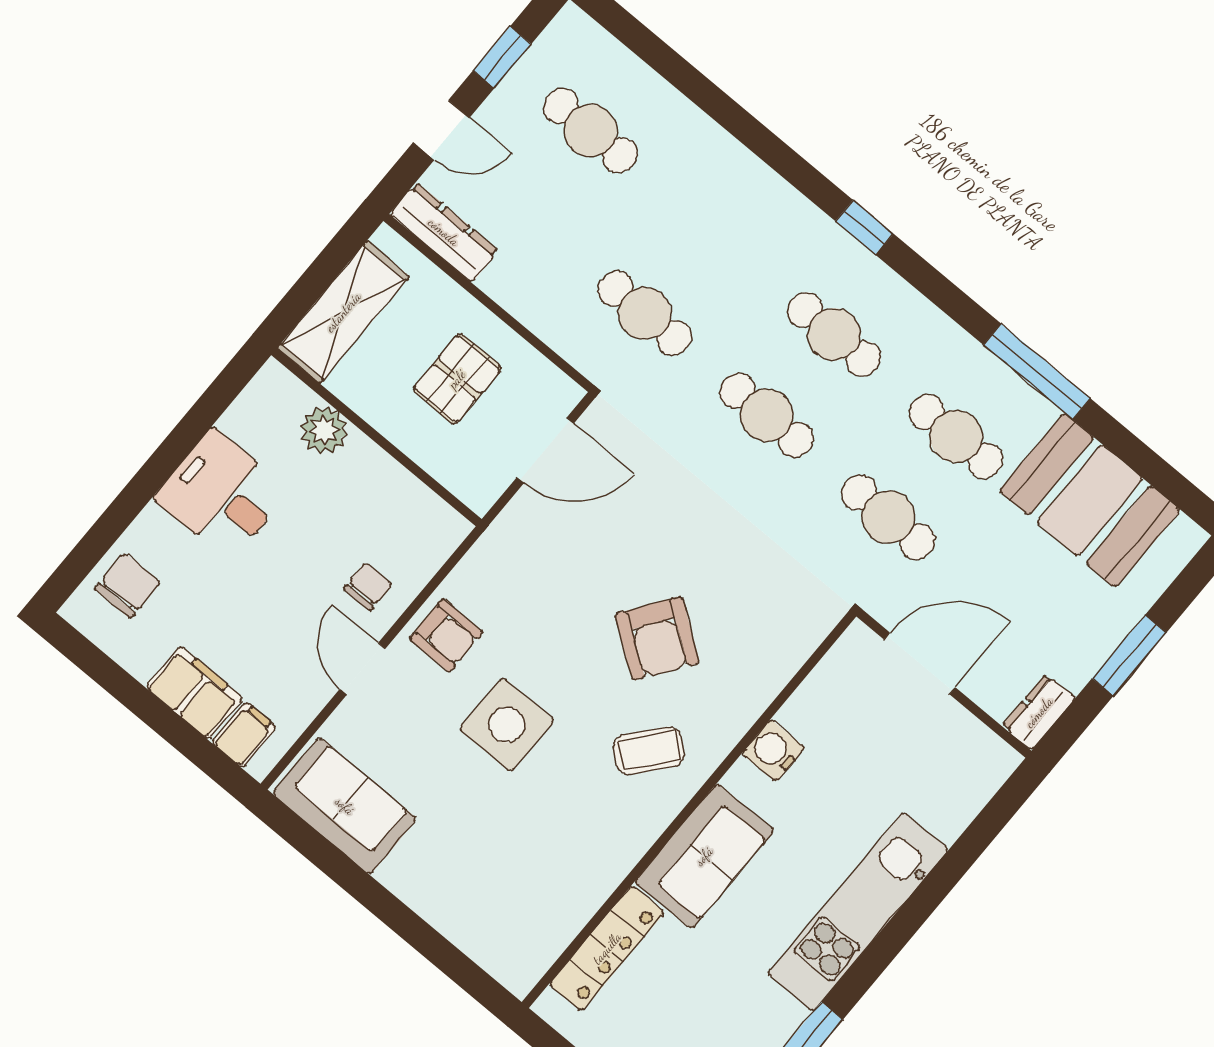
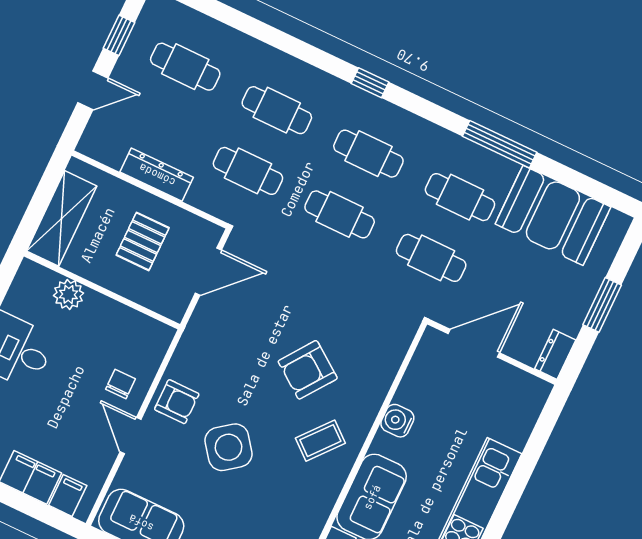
dresser: (444, 232) -> (157, 175), moved
cafe table: (712, 232) -> (277, 110), added
armchair: (657, 638) -> (308, 370), turned 91
side table: (507, 725) -> (229, 447), turned -37

